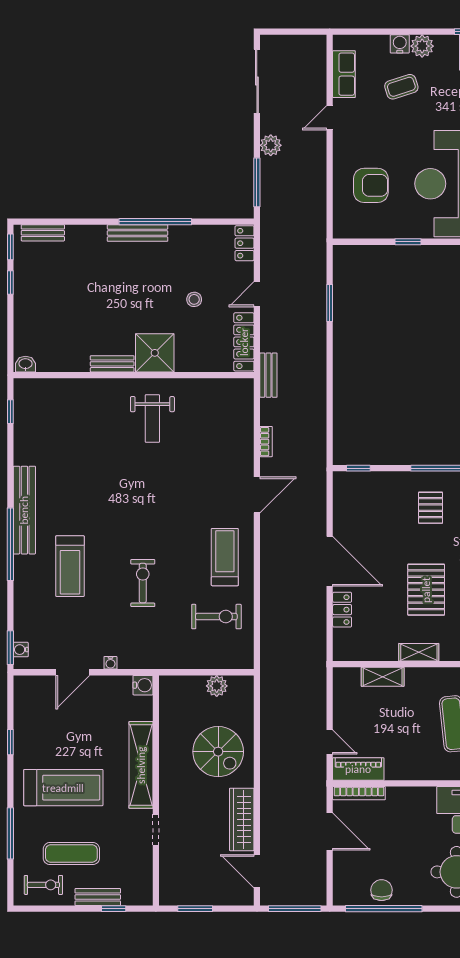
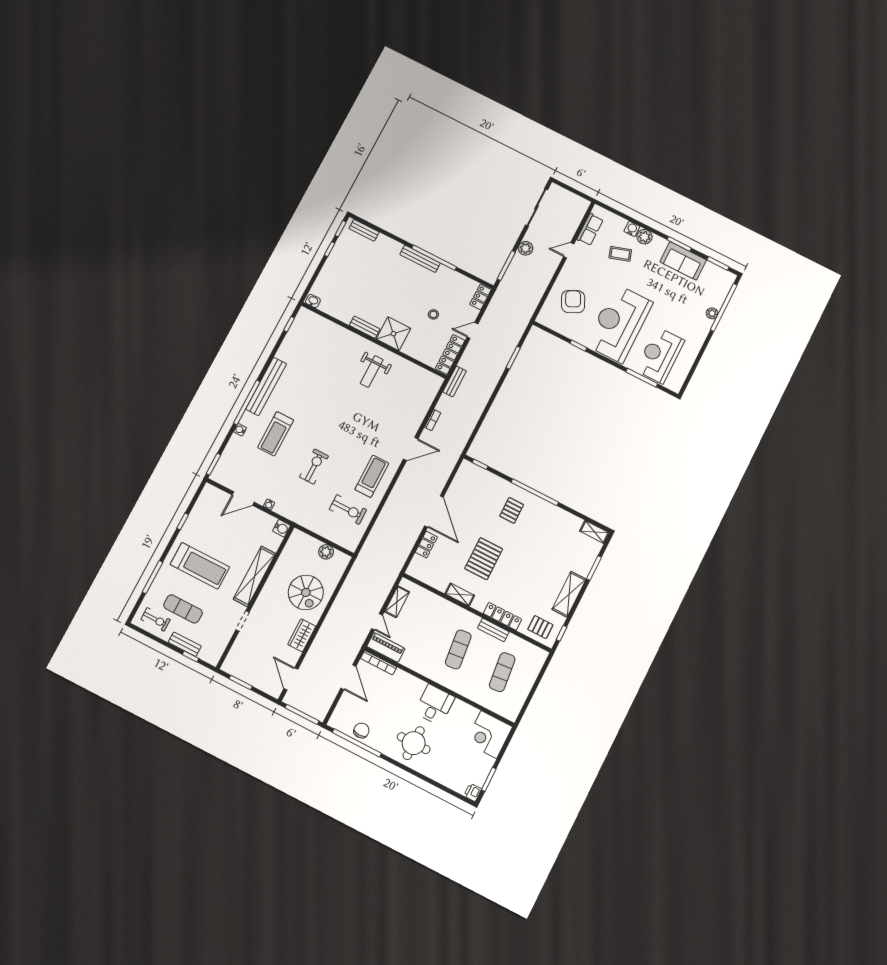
armchair: (371, 185) -> (573, 302), turned -116
water cooler: (21, 650) -> (240, 430), moved
shelving: (383, 677) -> (397, 602), moved, turned 90
wardrobe: (242, 819) -> (302, 635), width x0.67

